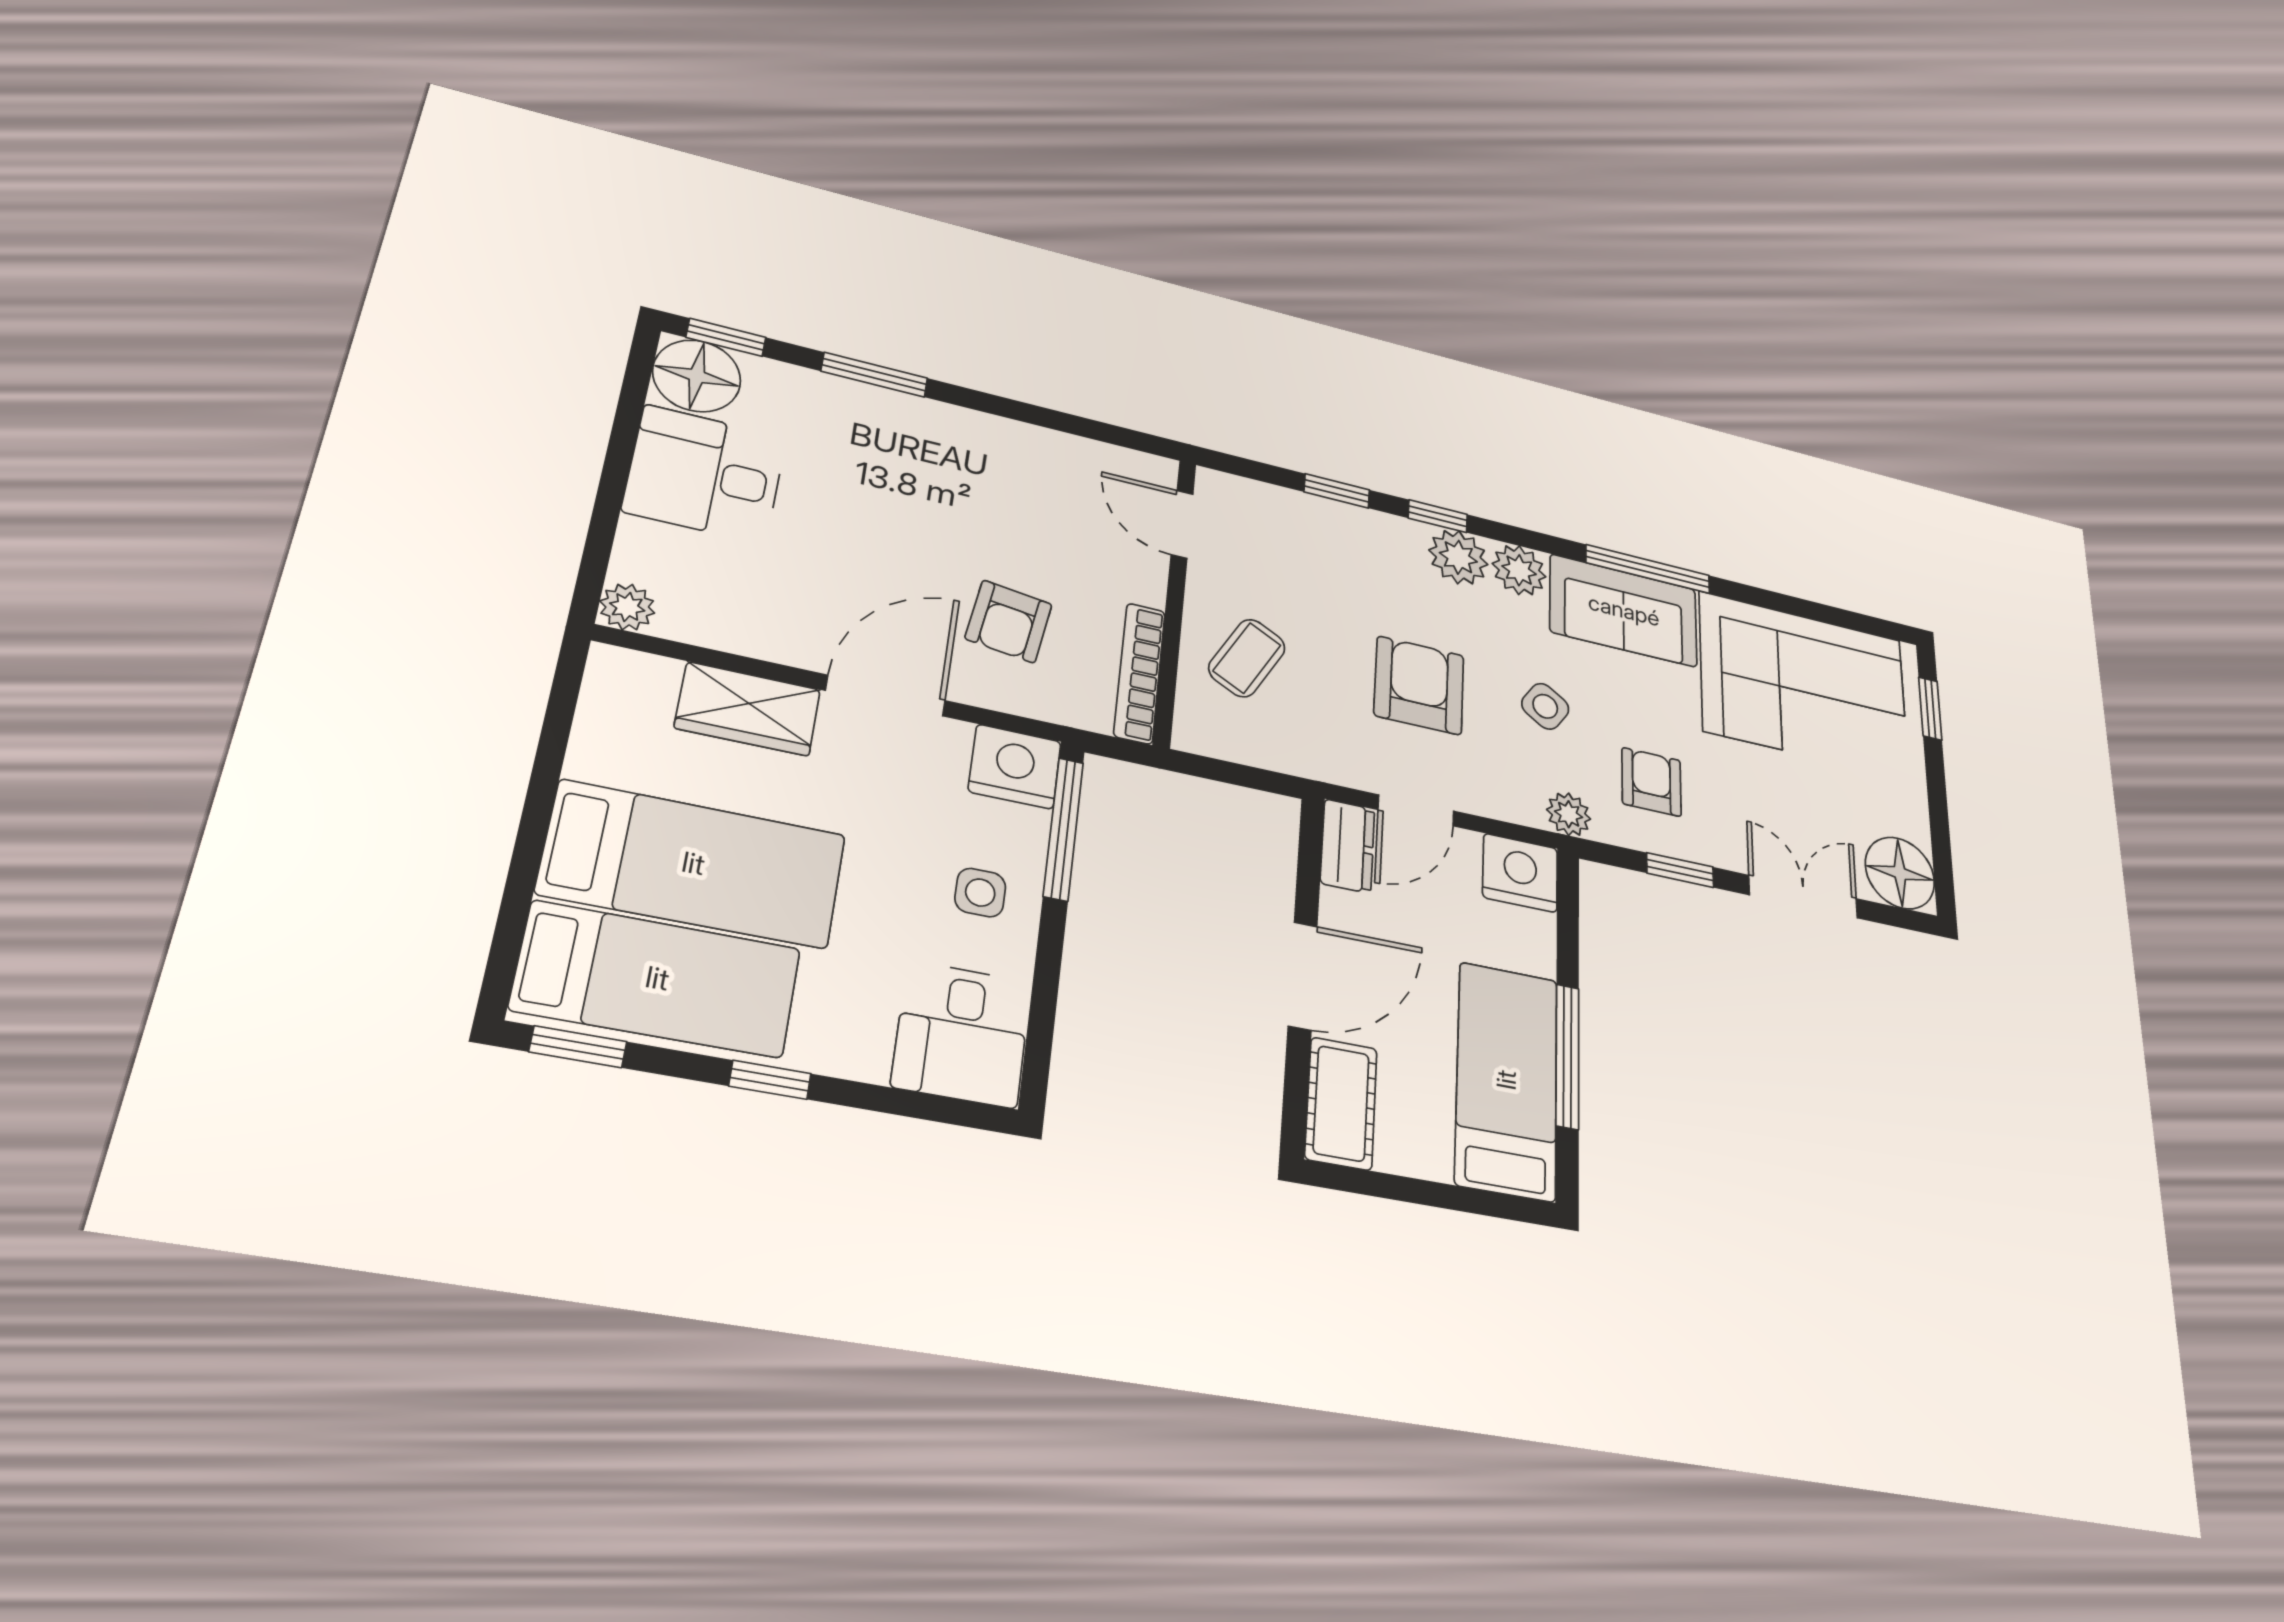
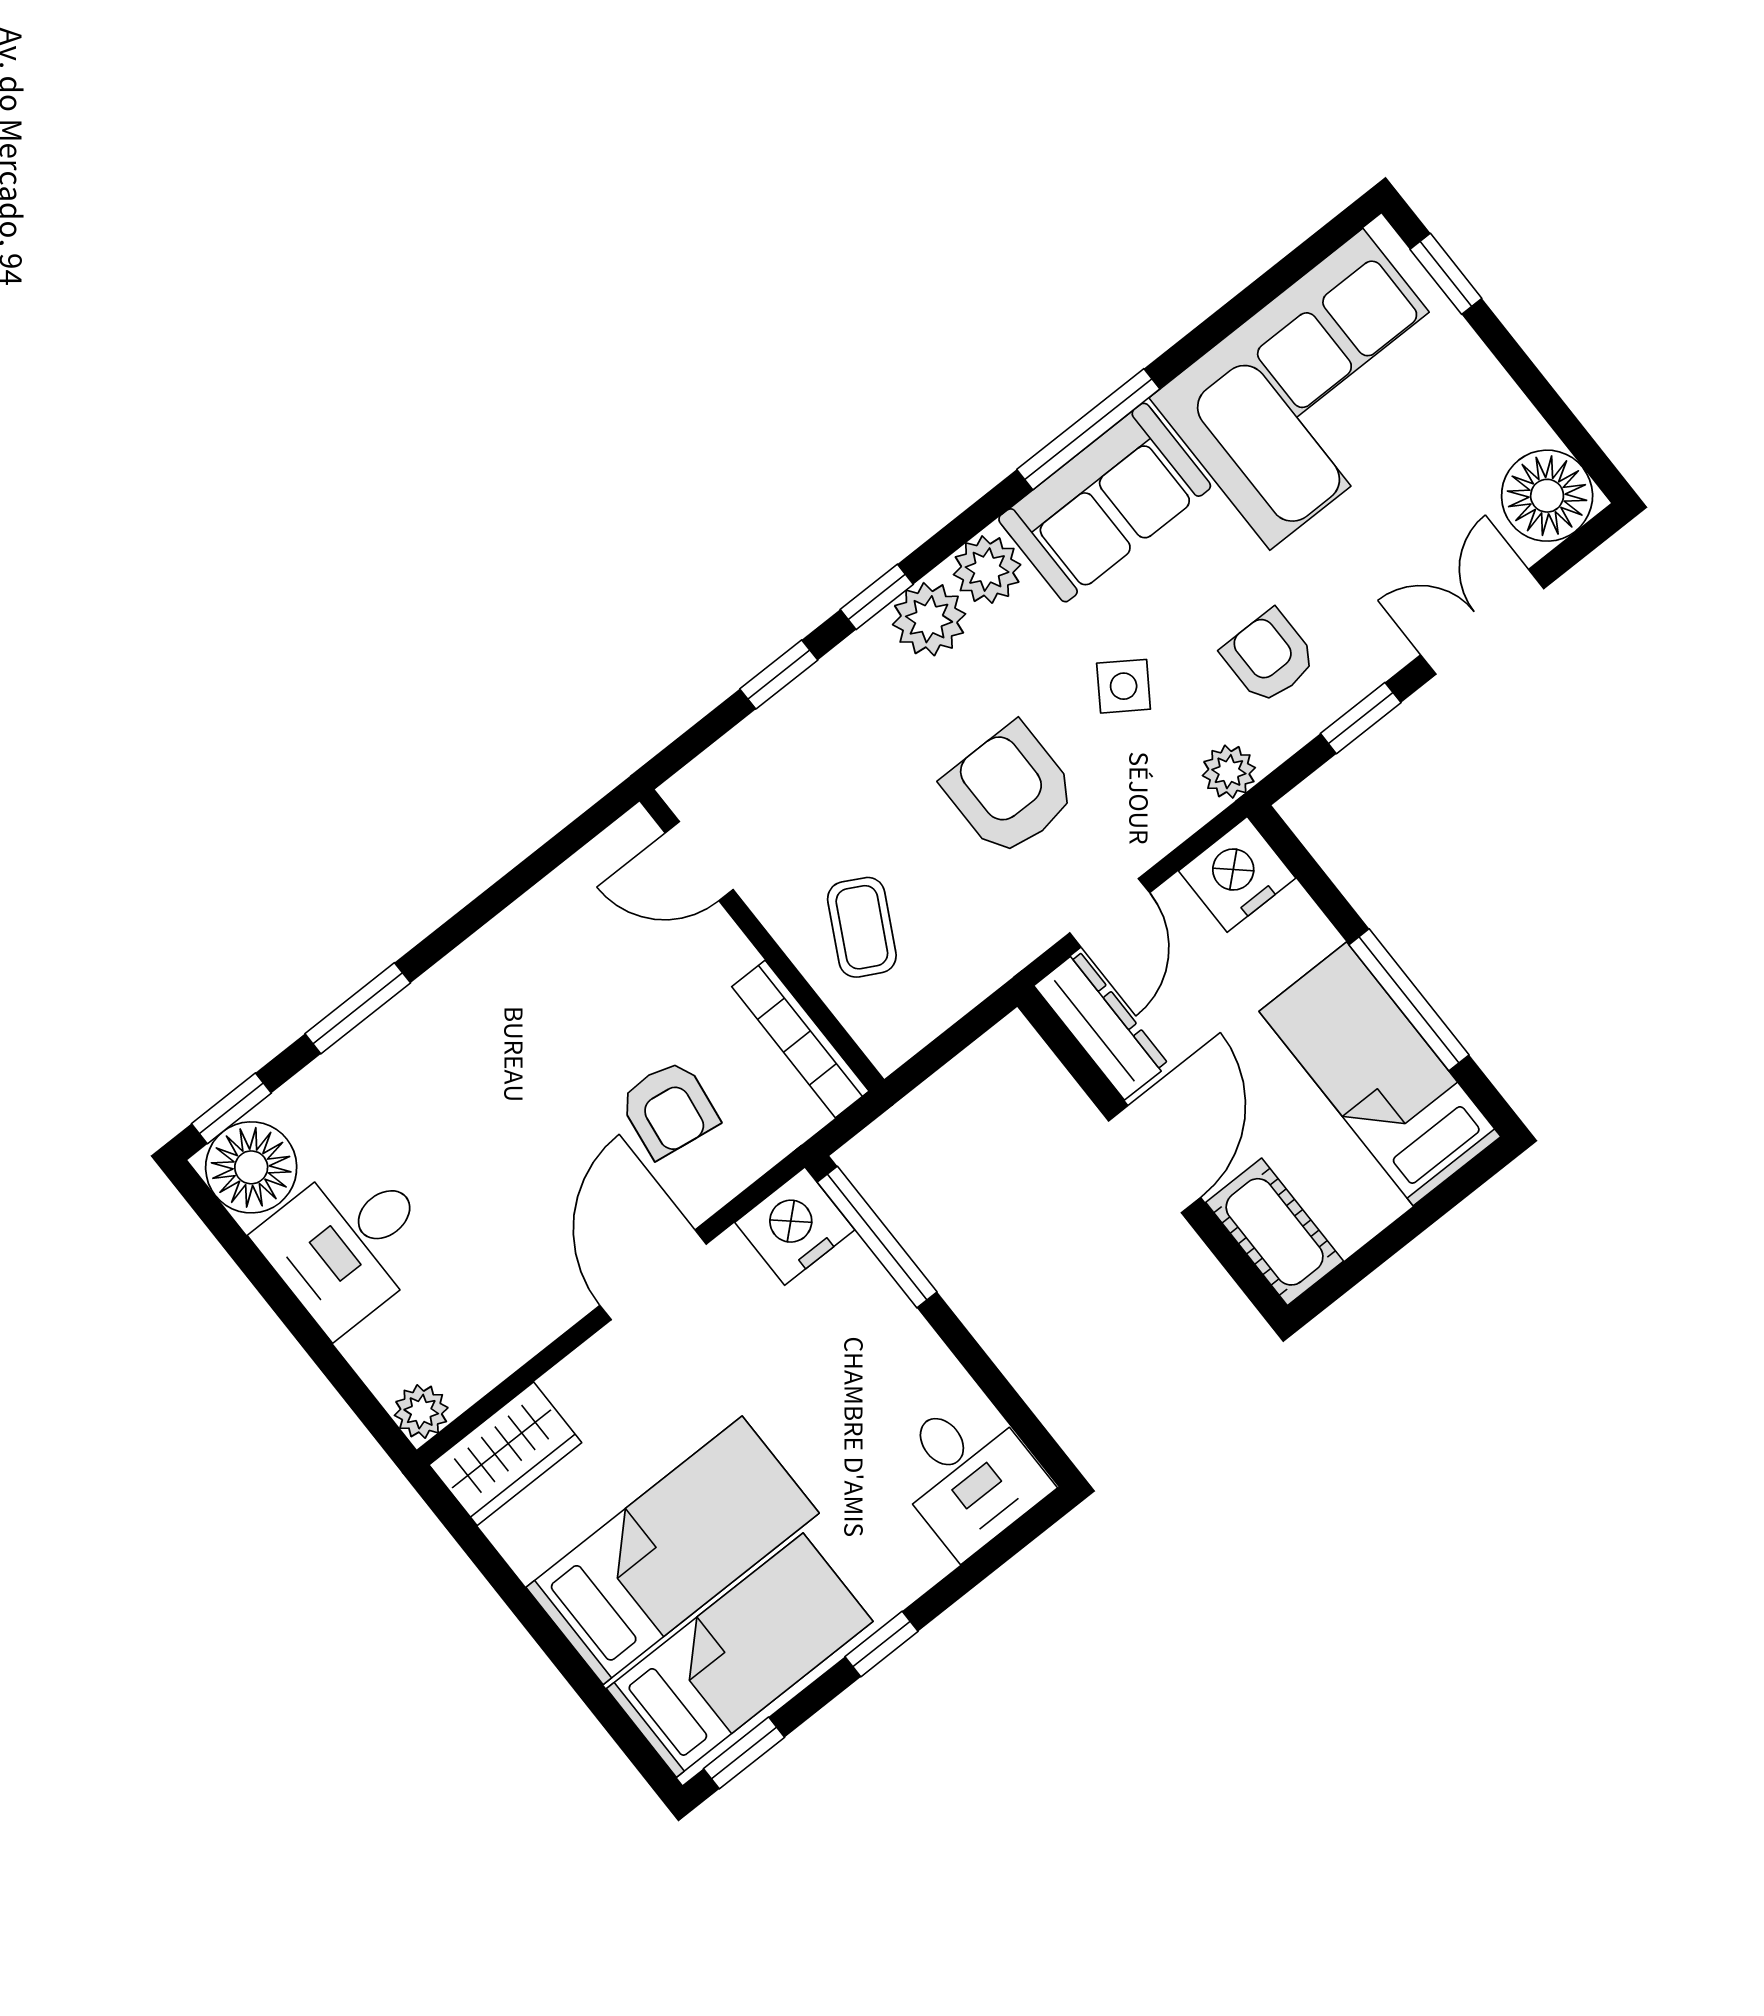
wardrobe: (748, 709) -> (505, 1454), moved
dresser: (1348, 846) -> (1101, 1025), width x1.44
side table: (980, 893) -> (873, 1354), removed

